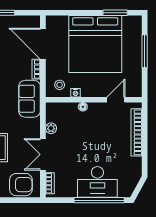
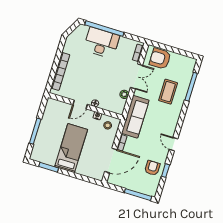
door: (43, 44) -> (111, 161), hinge flipped
bed: (95, 44) -> (71, 148), width x0.49
sofa: (30, 99) -> (135, 117), width x1.36
door: (116, 100) -> (80, 105), moved

